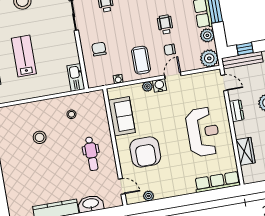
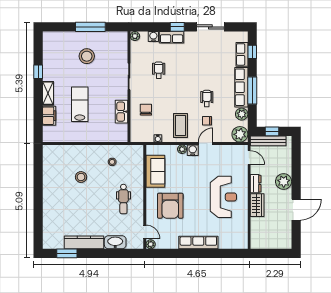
kitchen sink: (76, 77) -> (122, 112), moved
wardrobe: (245, 151) -> (257, 205), moved
row of seats: (217, 182) -> (198, 243), moved
plant: (149, 196) -> (151, 244), moved

